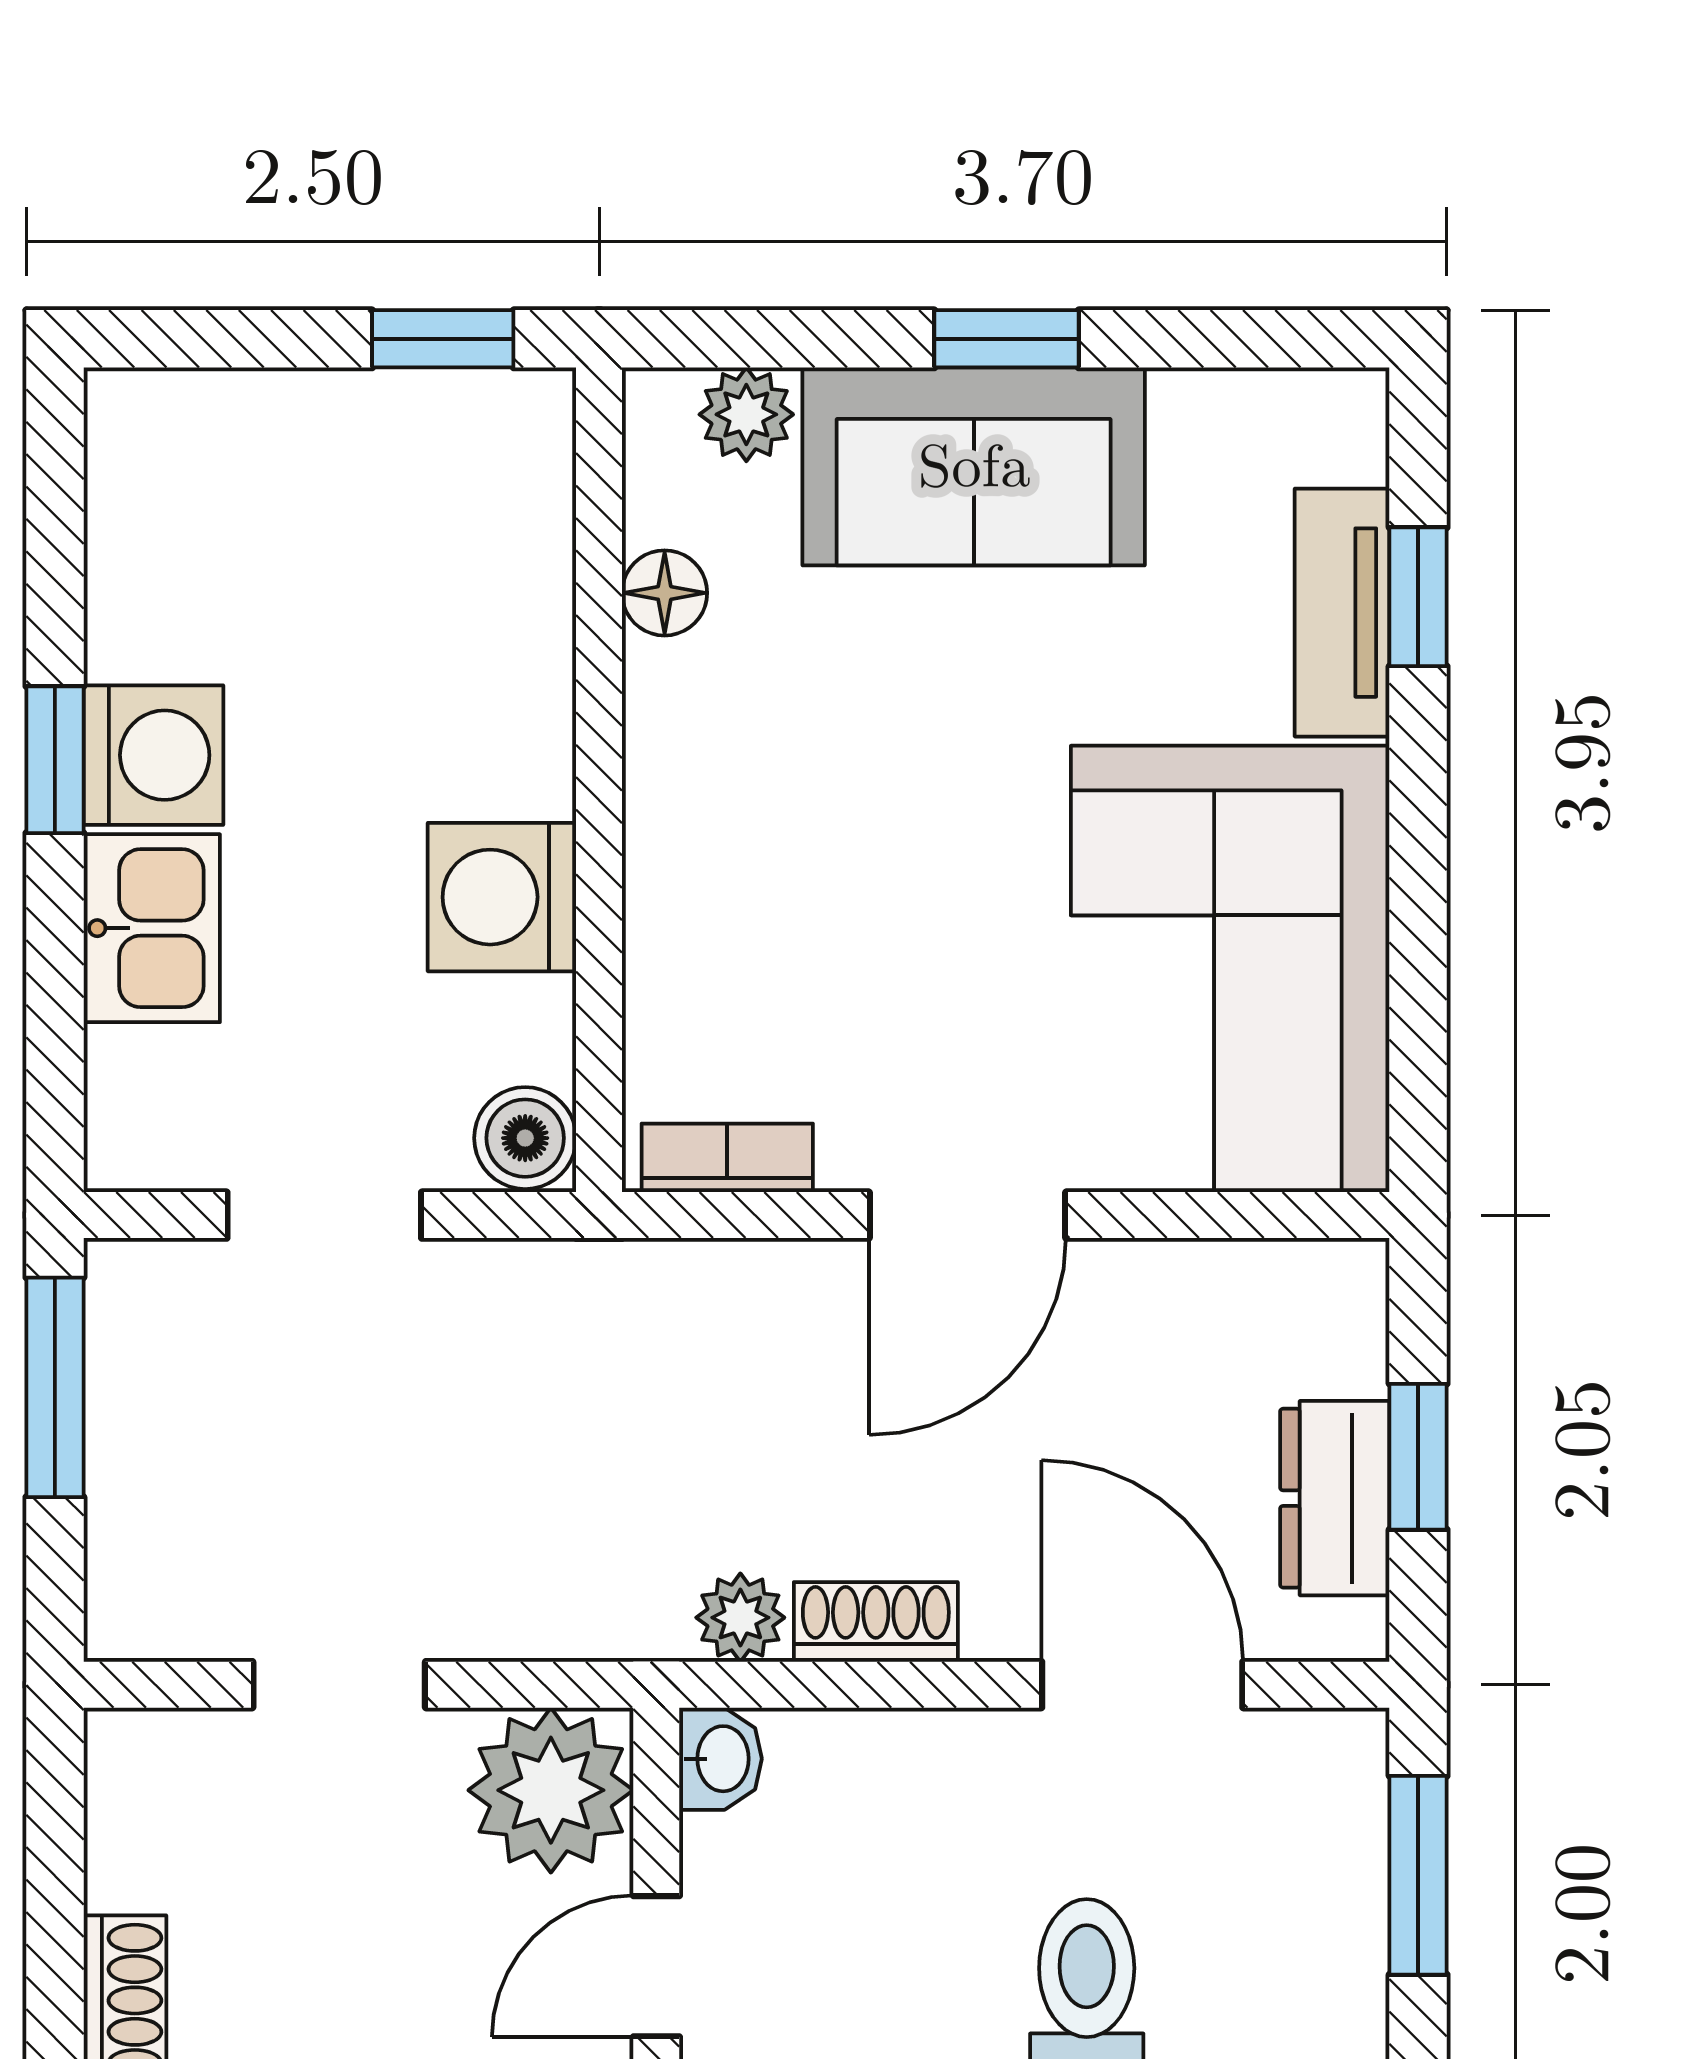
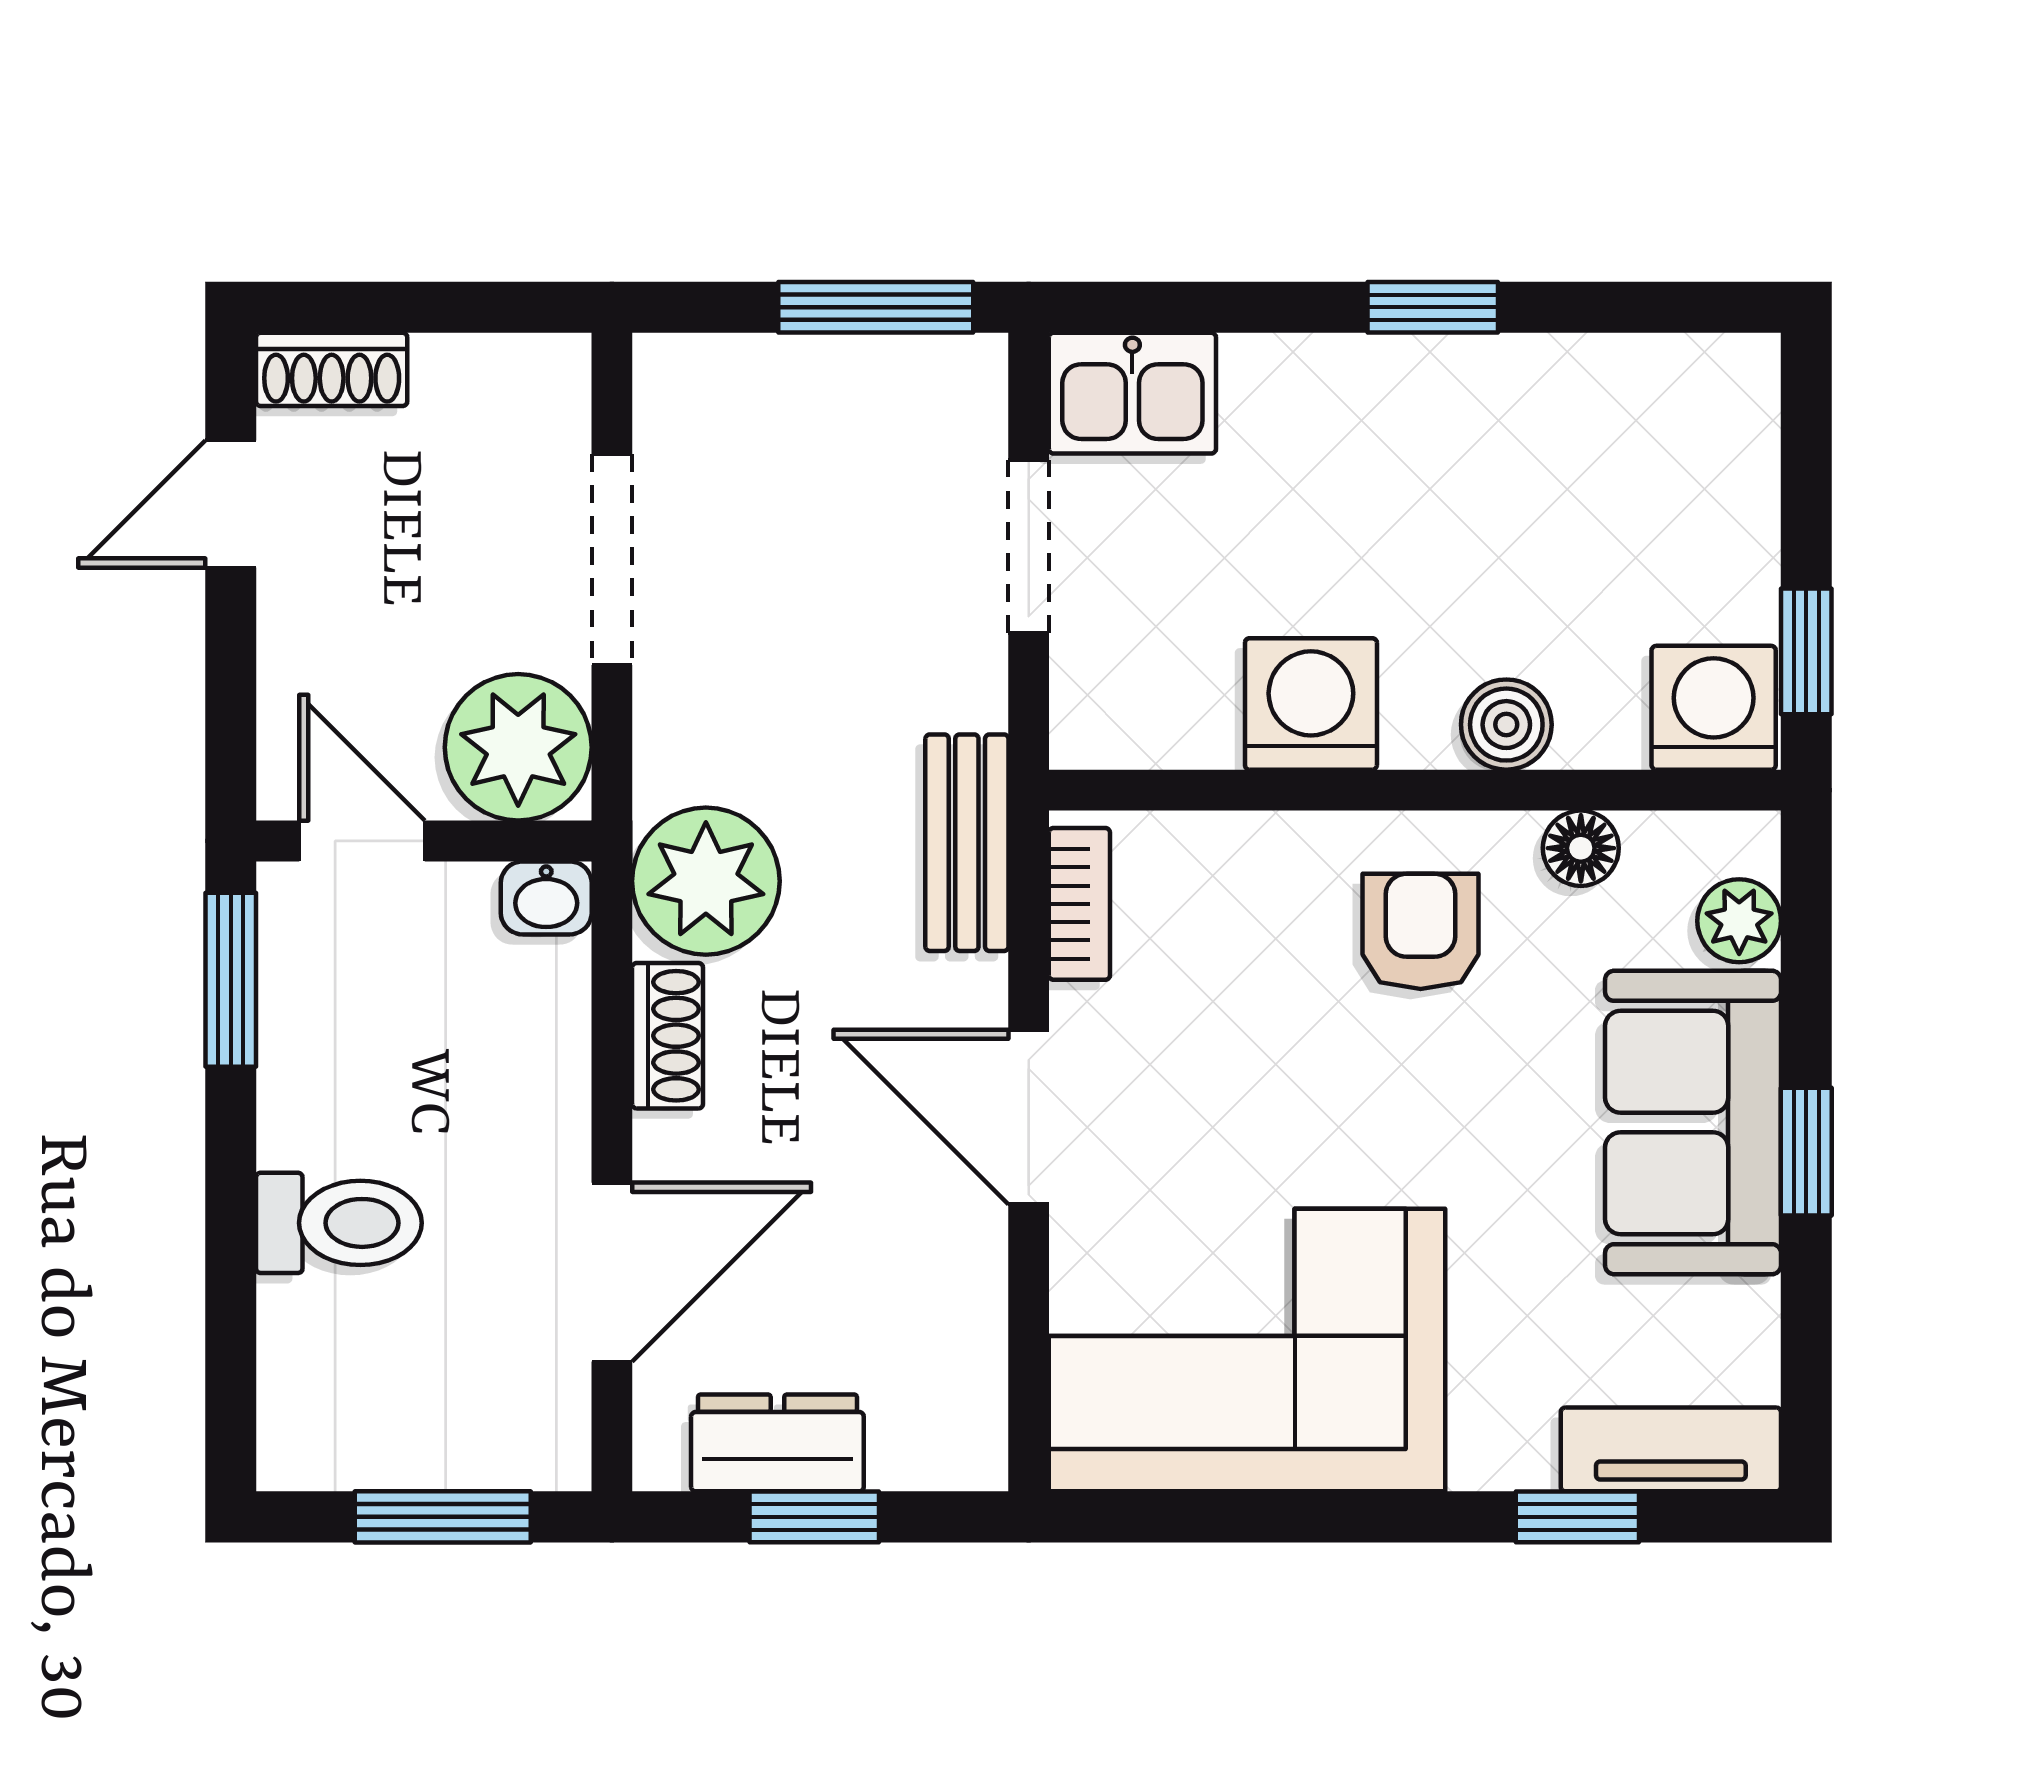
tv unit: (1342, 613) -> (1671, 1449), moved
washing machine: (153, 755) -> (1714, 708), moved, turned 180
armchair: (758, 774) -> (1421, 931), added
kitchen sink: (152, 928) -> (1132, 393), moved
boiler: (525, 1138) -> (1506, 725), moved
bench: (658, 1285) -> (967, 843), added
plant: (740, 1618) -> (706, 881), width x1.88, depth x1.88
doorway: (339, 1685) -> (612, 559), width x1.38

